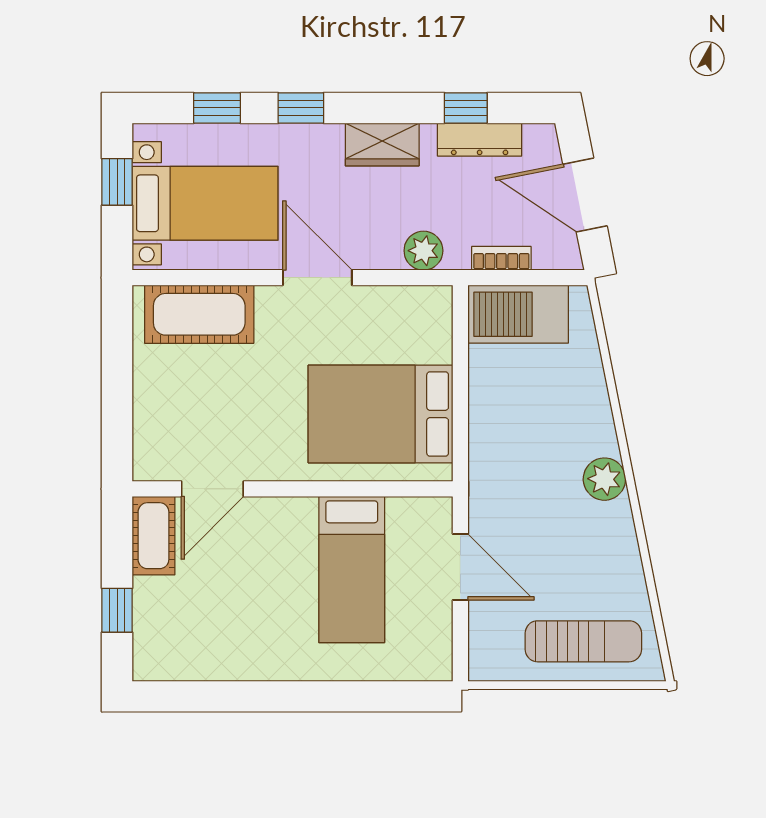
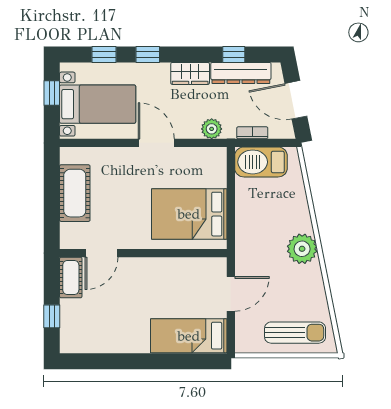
dresser: (480, 140) -> (241, 73), width x1.37, depth x1.24
cot: (199, 314) -> (75, 193), moved, turned 90
plant: (604, 479) -> (302, 249), width x1.36, depth x1.36
door: (460, 567) -> (231, 294), hinge flipped
bed: (352, 570) -> (189, 336), moved, turned 90

